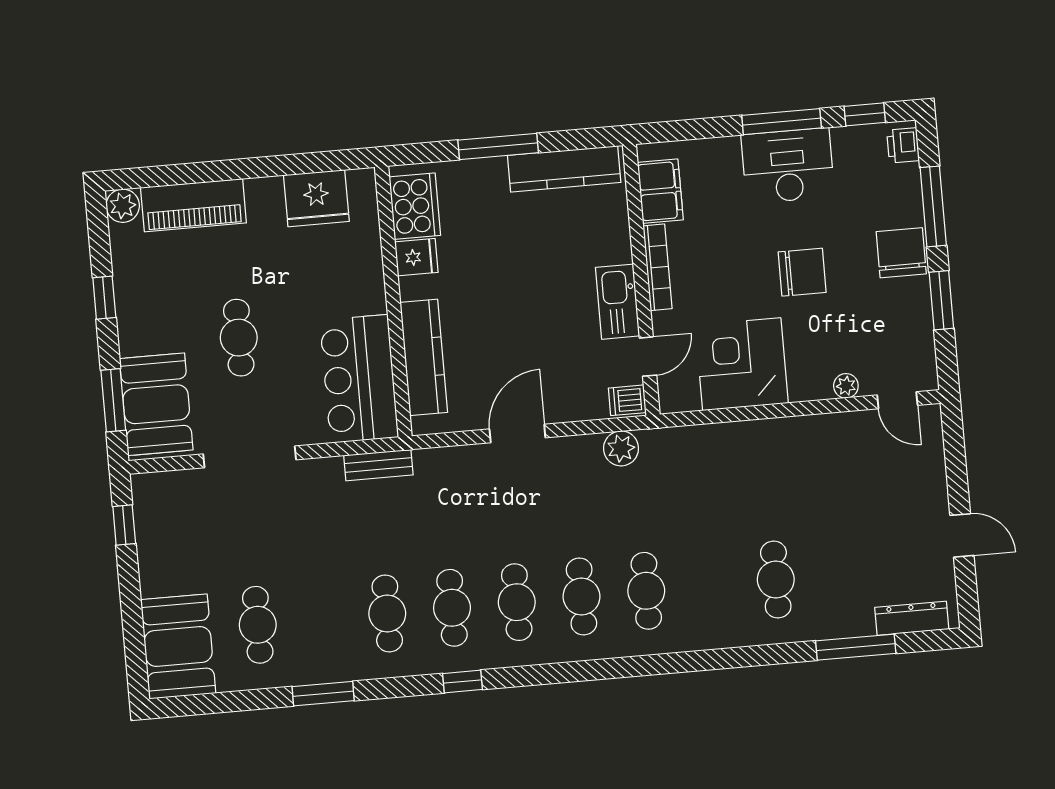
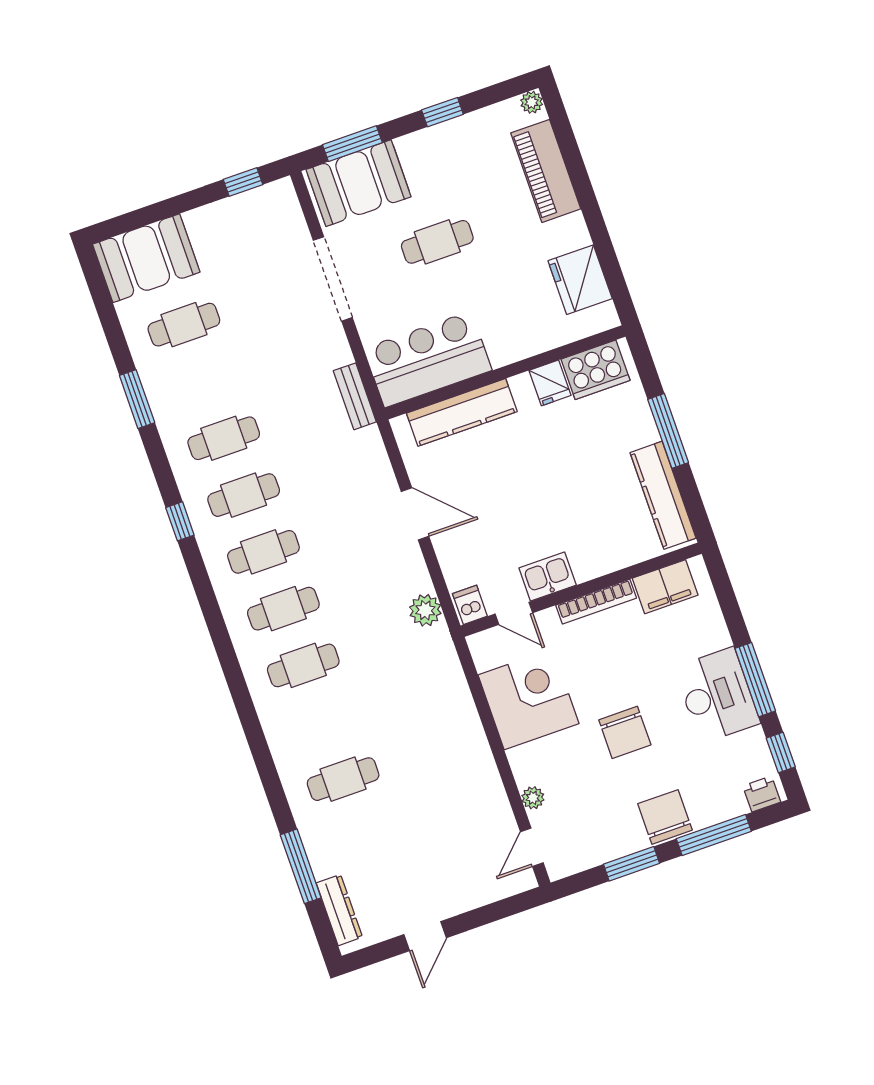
plant: (123, 206) -> (532, 102), width x0.73, depth x0.73
chair: (901, 253) -> (665, 817), turned -90
kitchen sink: (618, 302) -> (548, 577), width x0.73

